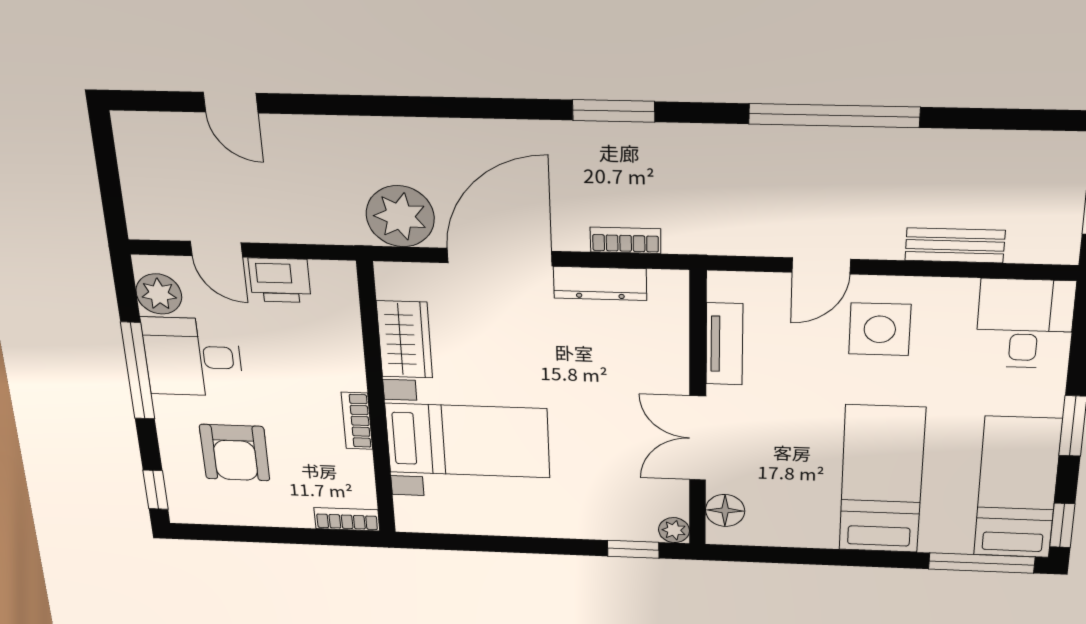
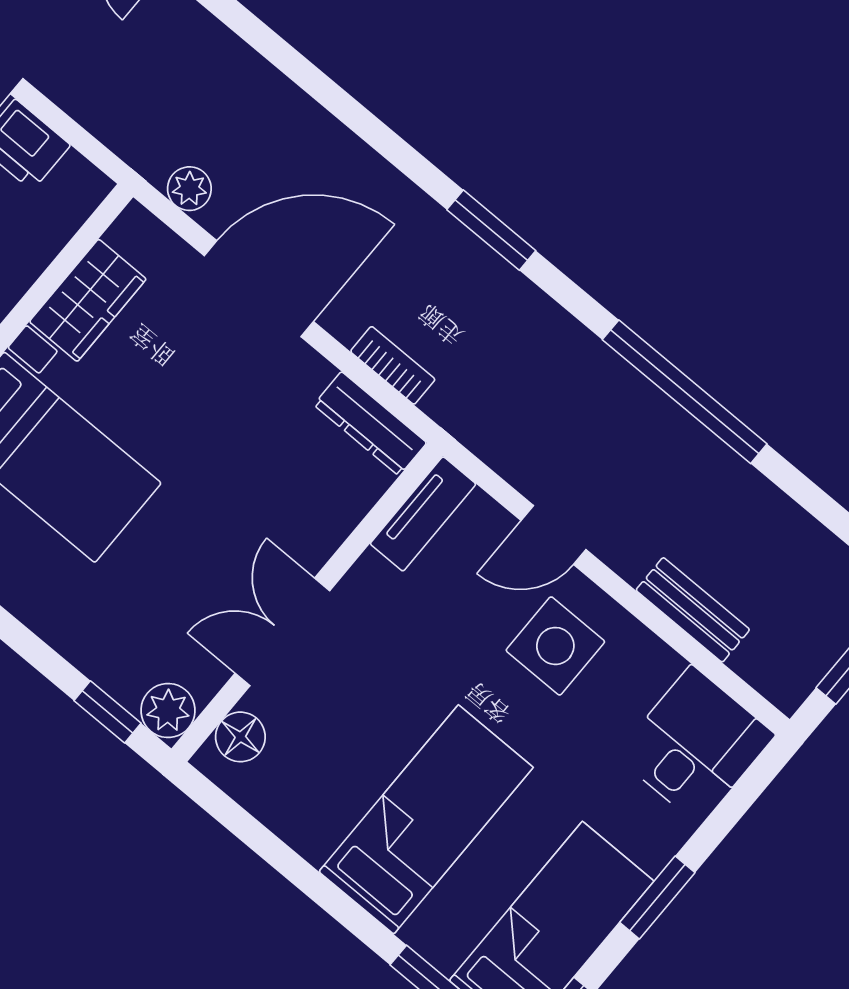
plant: (400, 216) -> (189, 189), width x0.53, depth x0.53
dresser: (600, 283) -> (370, 424), moved
tv unit: (724, 344) -> (423, 514), moved
plant: (674, 530) -> (168, 710), width x1.38, depth x1.38

